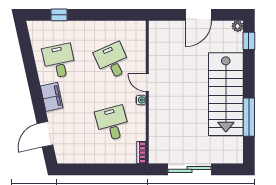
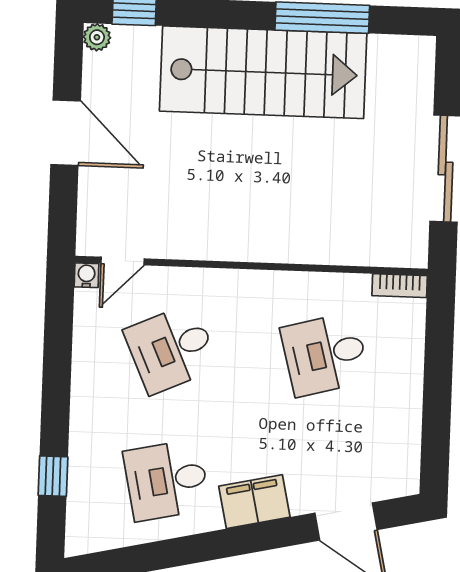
door: (147, 83) -> (123, 261), moved
water cooler: (141, 100) -> (87, 275), moved

